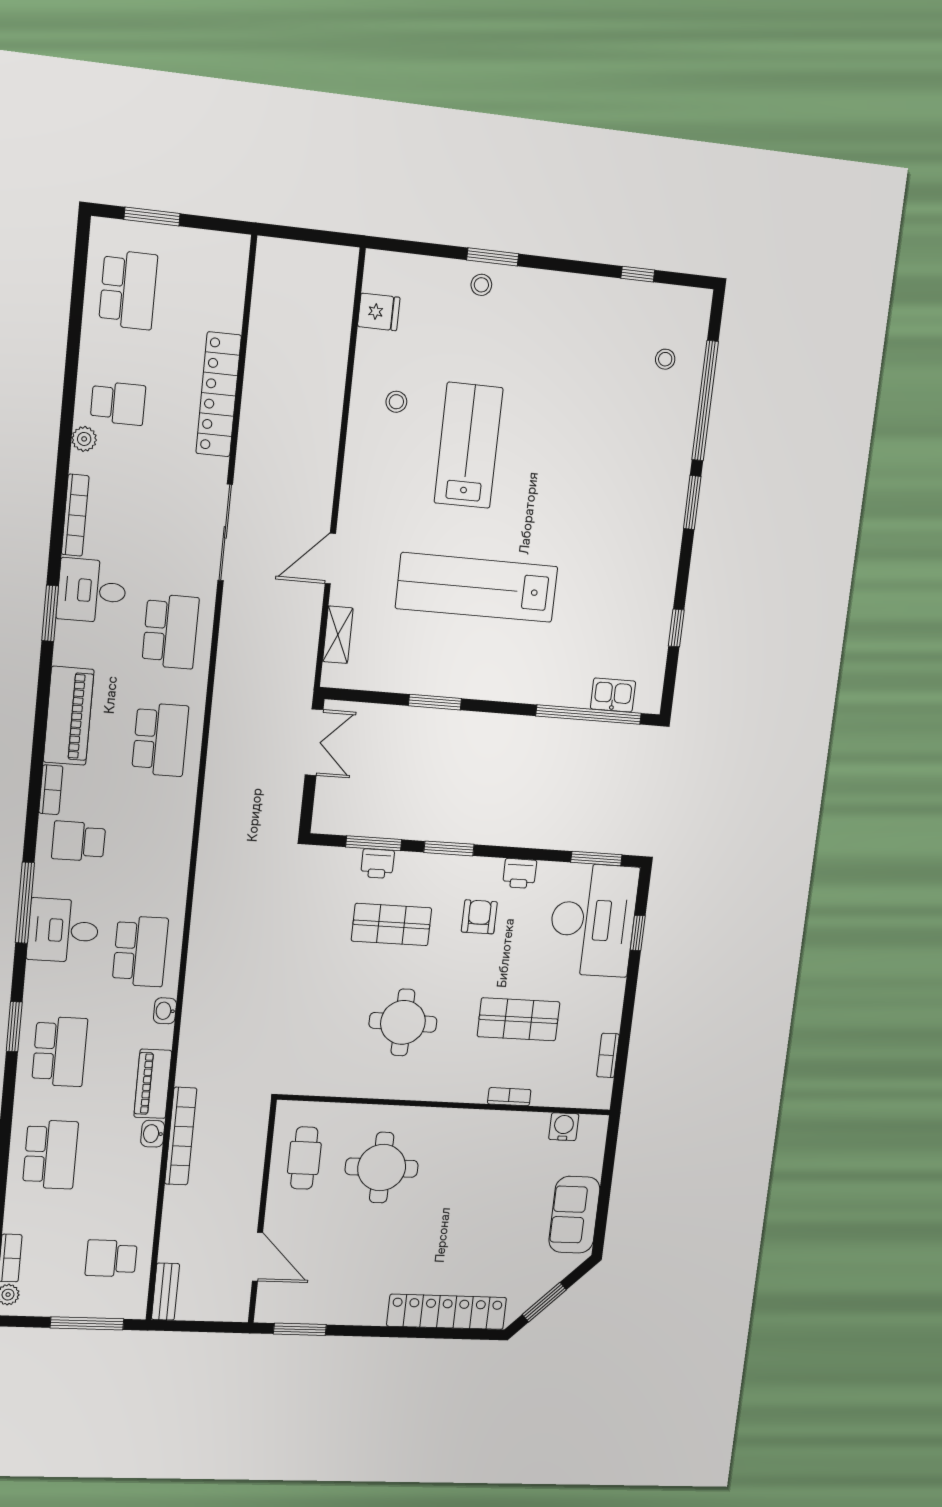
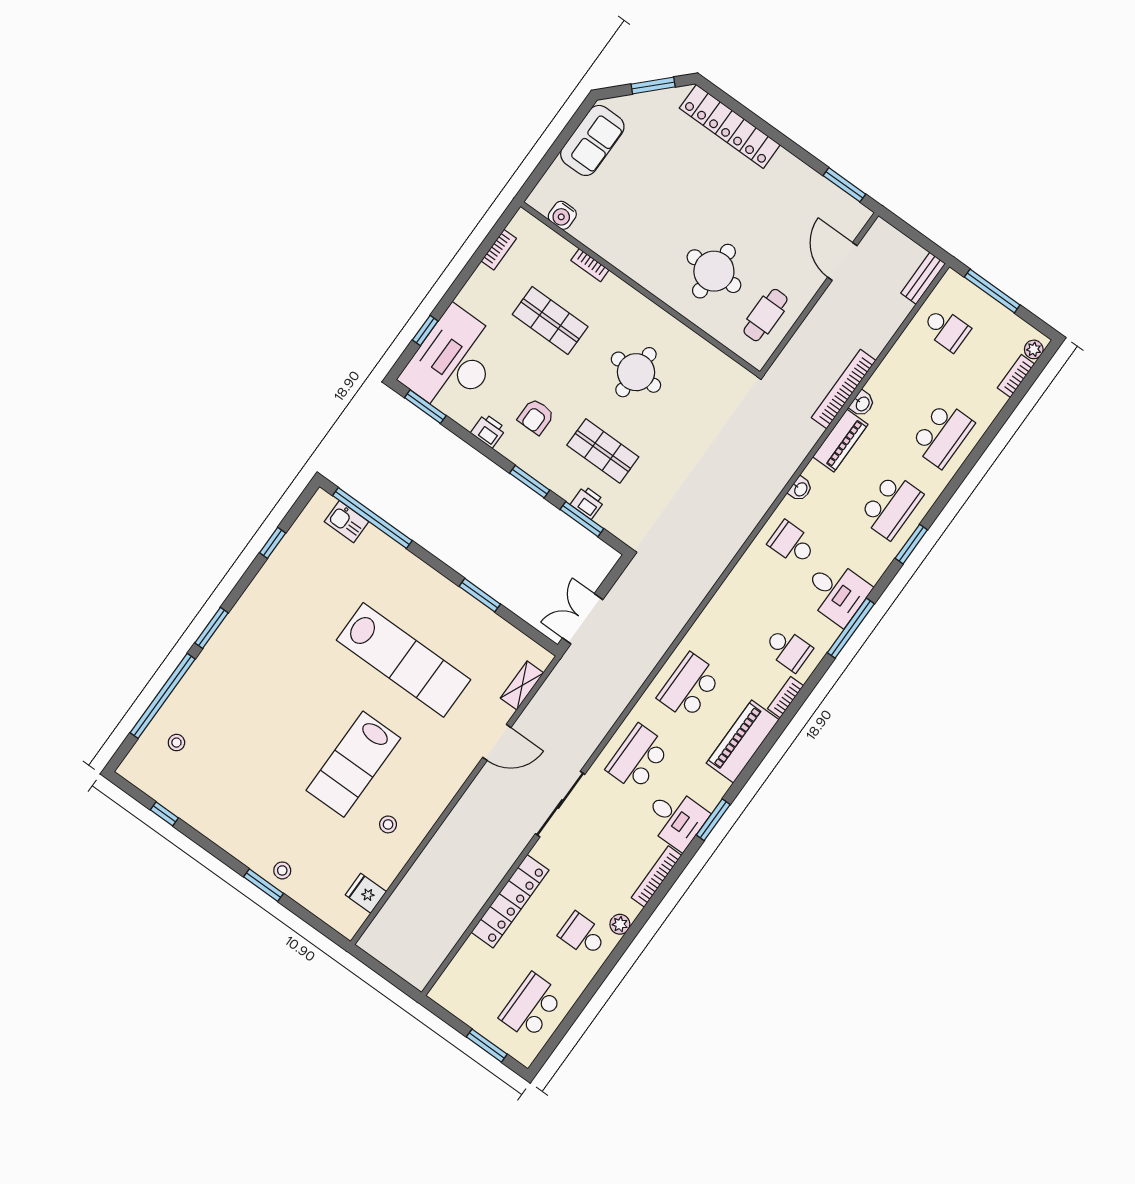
school desk: (140, 951) -> (792, 543), width x0.54
school desk: (60, 1051) -> (891, 506), turned 180
school desk: (50, 1154) -> (942, 435), turned 180

